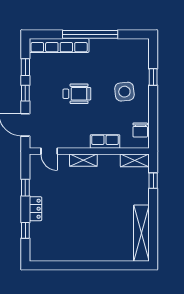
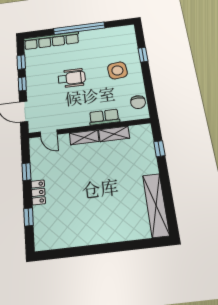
shelving: (135, 160) -> (114, 134), moved

